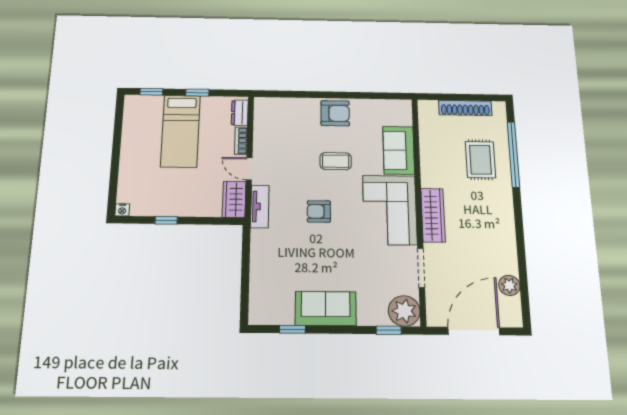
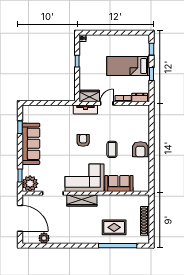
sofa: (326, 309) -> (31, 144), width x1.36

